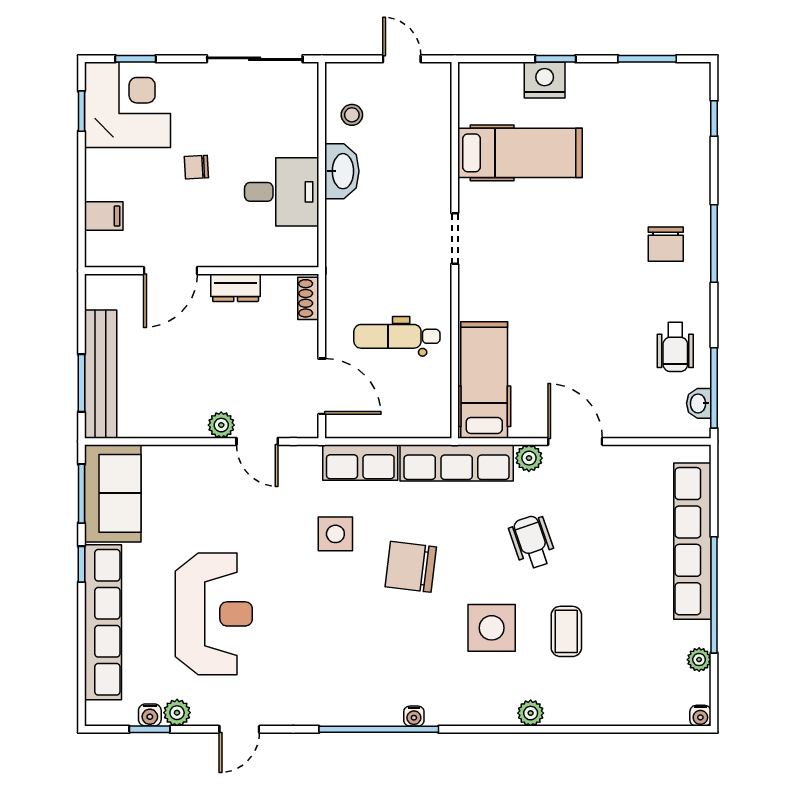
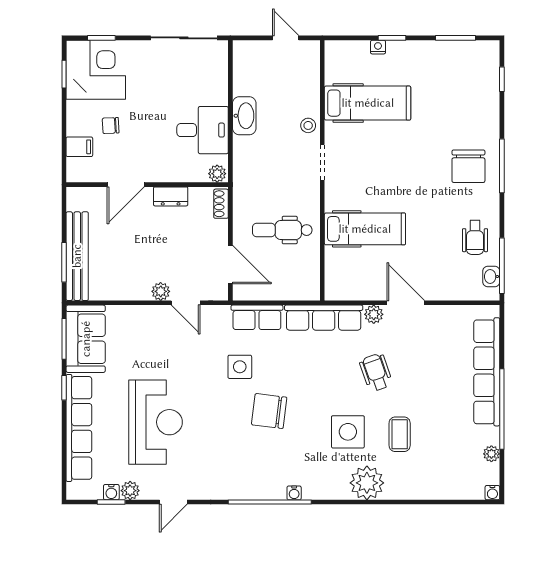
nightstand: (545, 80) -> (378, 47), width x0.53, depth x0.56
stool: (352, 115) -> (308, 125), moved
chair: (196, 167) -> (111, 126), moved
chair: (666, 244) -> (468, 166), width x1.37, depth x1.37
plant: (303, 255) -> (217, 174), added
hospital bed: (484, 380) -> (365, 229), moved, turned 90
chair: (411, 567) -> (269, 411), moved
plant: (531, 713) -> (367, 483), width x1.88, depth x1.88

